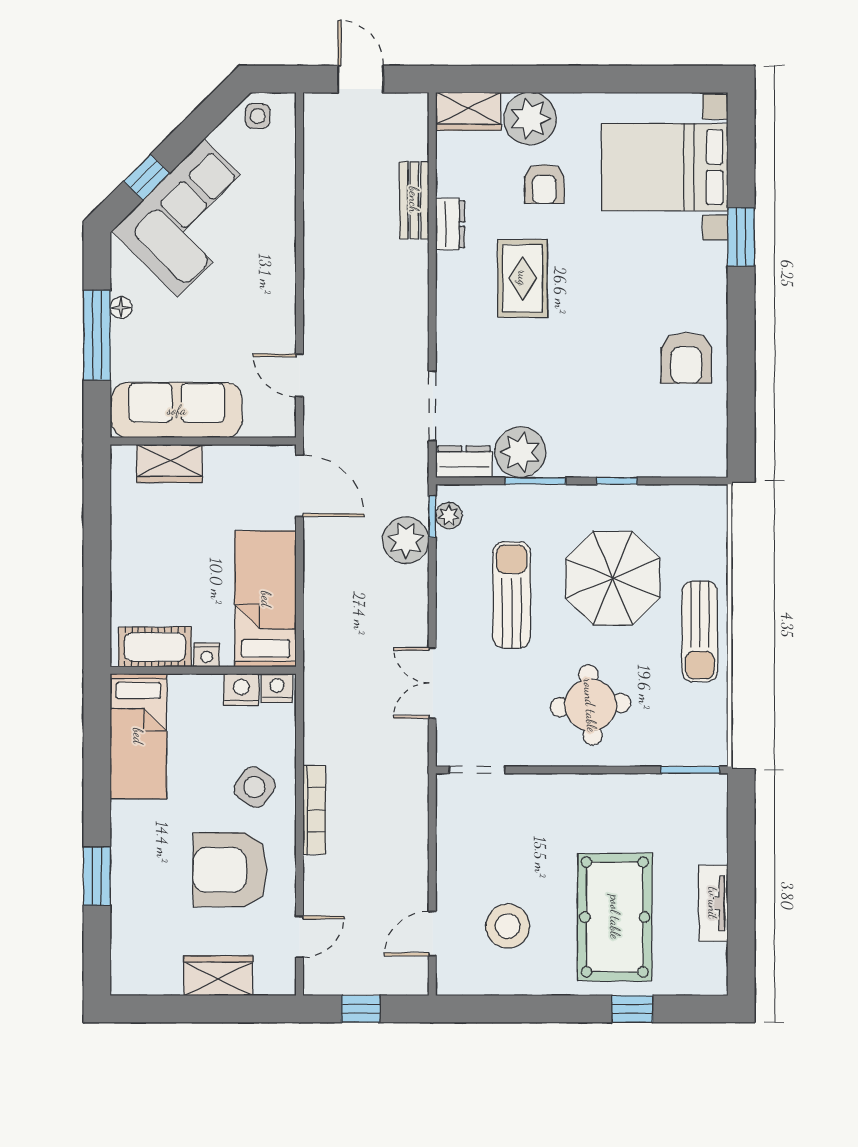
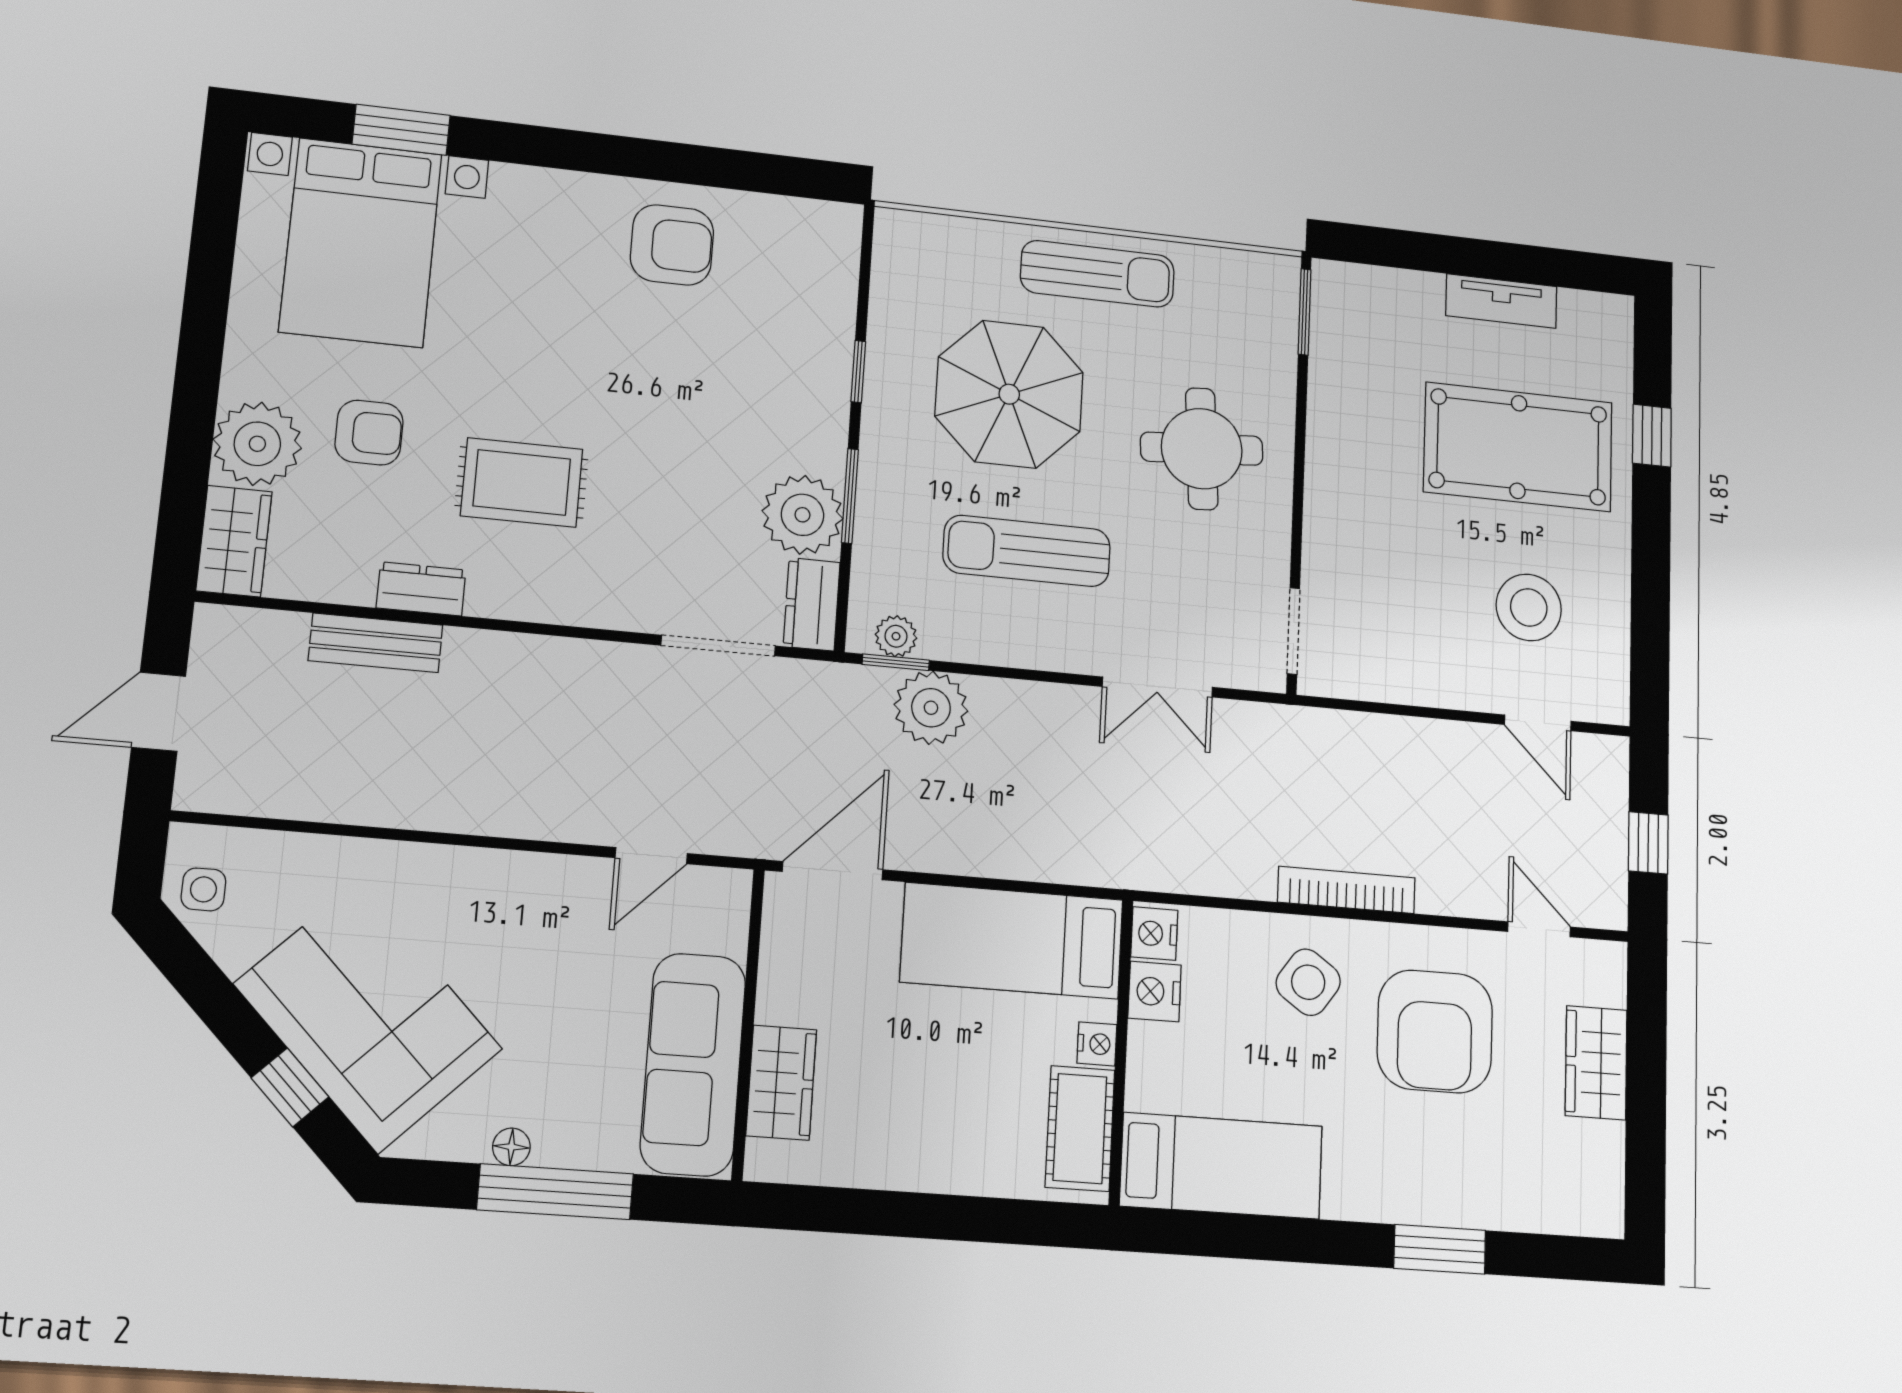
window: (741, 237) -> (401, 130), moved

